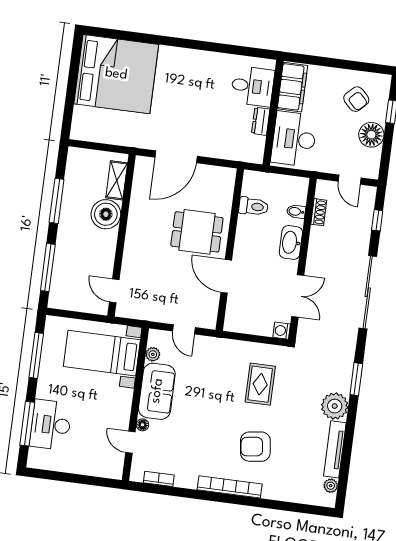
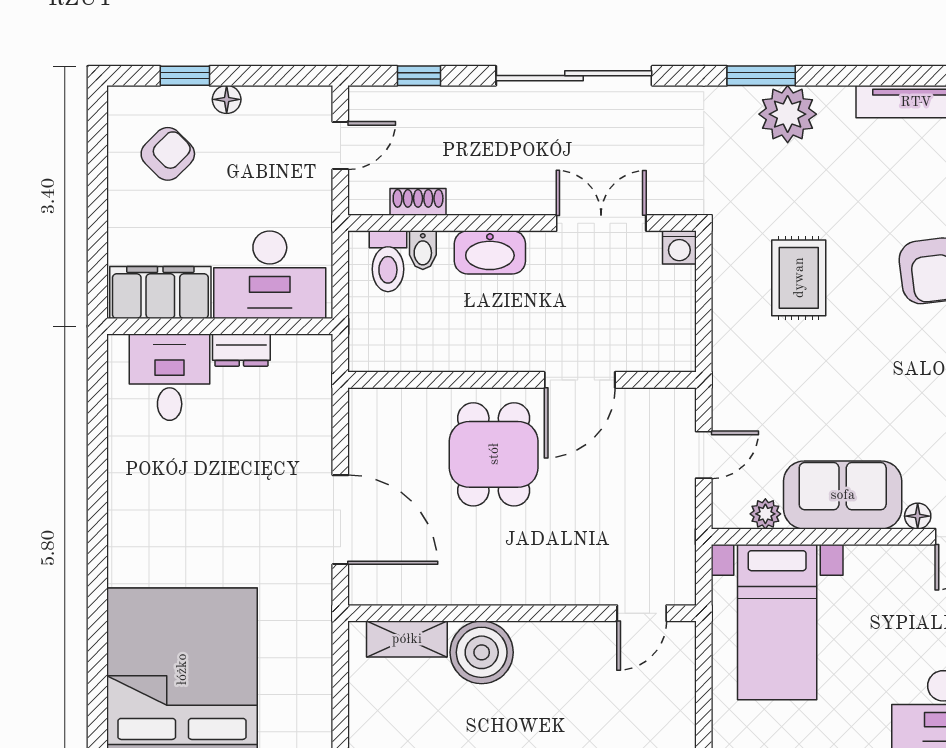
floor lamp: (371, 135) -> (227, 99), width x0.53, depth x0.53
toilet: (254, 206) -> (388, 261), moved, turned 180
rug: (260, 384) -> (799, 278), turned 90
plant: (335, 406) -> (788, 114), moved

